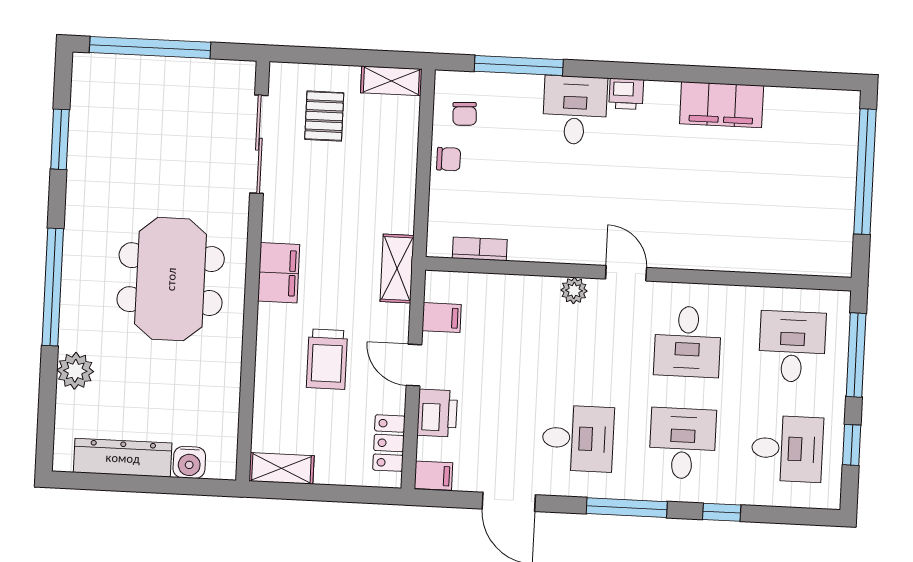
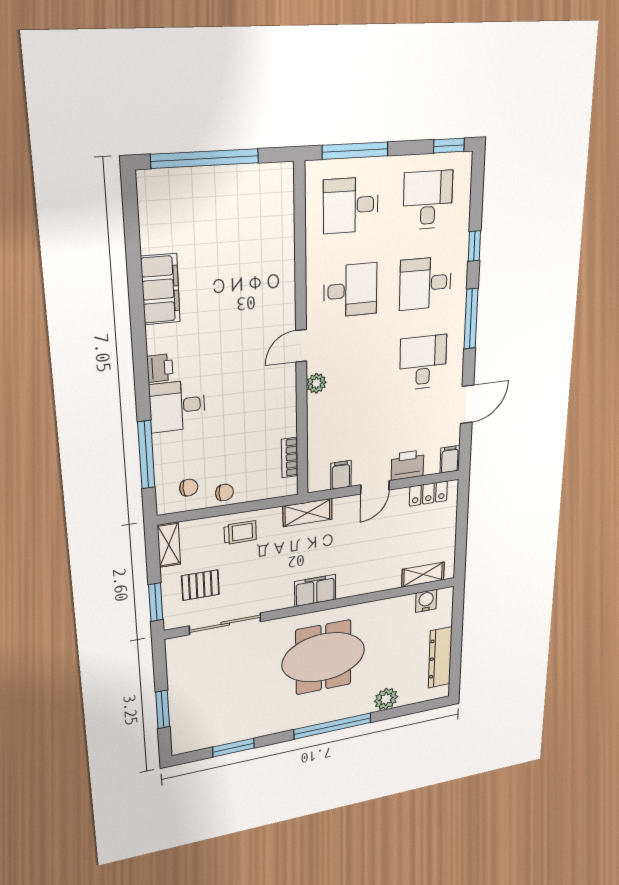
window: (150, 47) -> (163, 709), width x0.47
window: (314, 55) -> (156, 602), added
chair: (449, 159) -> (224, 492), turned 90
trolley: (327, 359) -> (240, 532), moved, width x0.73, depth x0.72
window: (852, 445) -> (449, 146), moved
water cooler: (189, 462) -> (426, 601), moved, turned -90
shelving: (281, 468) -> (423, 575), moved, turned 90

